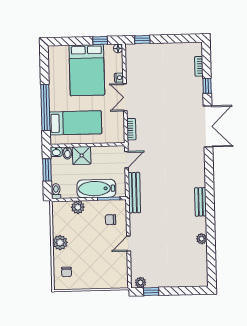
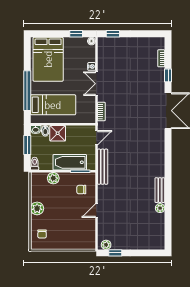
bed: (87, 70) -> (48, 59), moved
bench: (201, 202) -> (160, 190), moved

